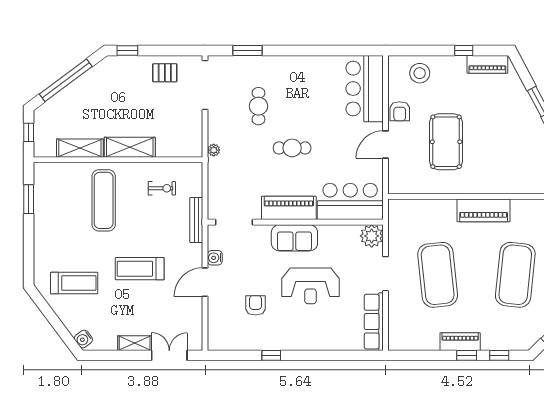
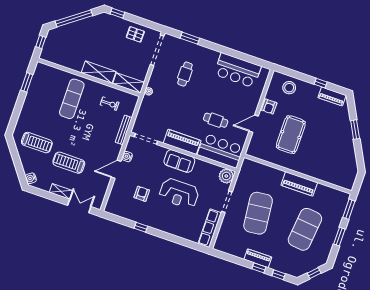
bar counter: (365, 89) -> (238, 70), moved, turned -90
shelving: (80, 148) -> (128, 83), moved
cafe table: (292, 148) -> (216, 120), moved
treadmill: (140, 269) -> (69, 163), moved

